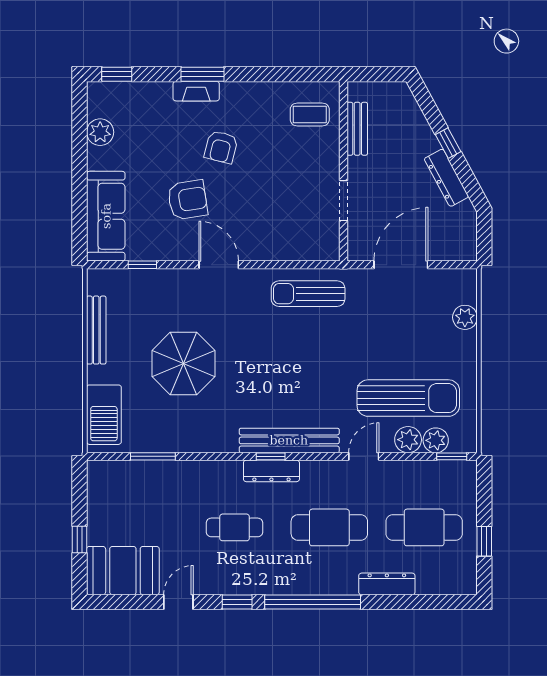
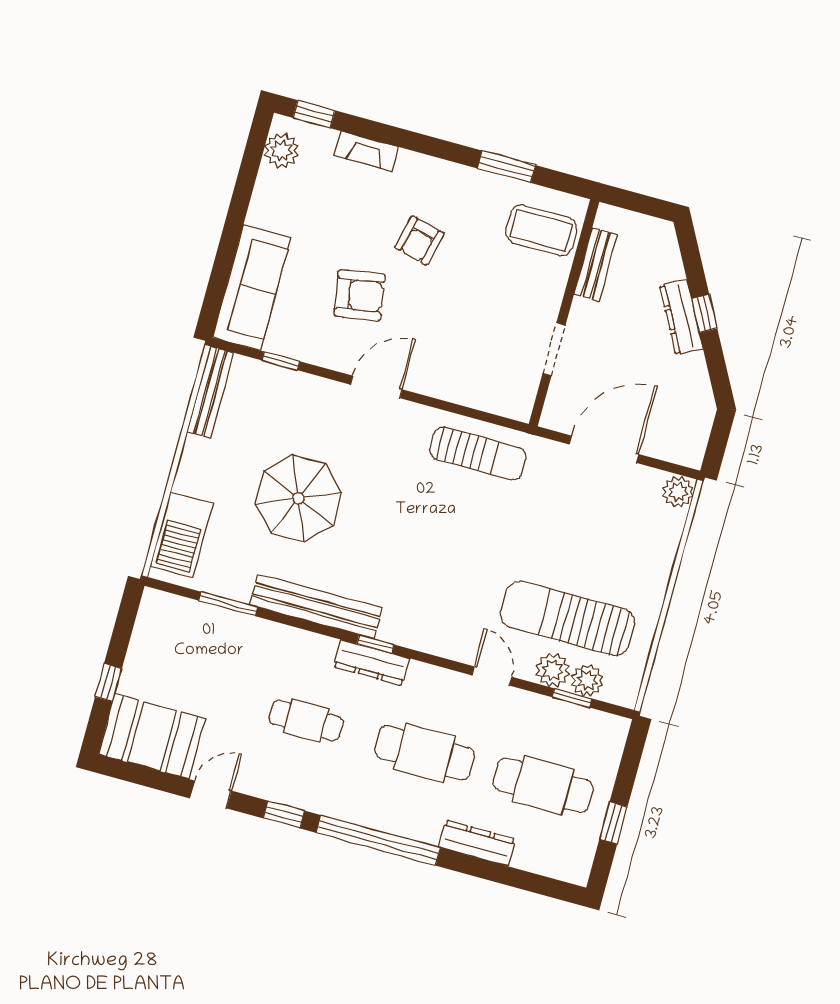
window: (202, 74) -> (506, 167), moved
fireplace: (196, 91) -> (366, 151), moved
coffee table: (310, 115) -> (541, 230), width x1.36, depth x1.30
plant: (100, 132) -> (282, 151), moved
dresser: (446, 178) -> (681, 317), moved
door: (219, 265) -> (376, 387), hinge flipped
sun lounger: (308, 294) -> (478, 454), turned 180
plant: (465, 317) -> (678, 492), moved
bench: (96, 330) -> (210, 392), moved
sun lounger: (408, 398) -> (567, 618), turned 180
bench: (289, 440) -> (316, 606), moved
door: (364, 456) -> (492, 676), hinge flipped
window: (452, 456) -> (572, 698), moved

